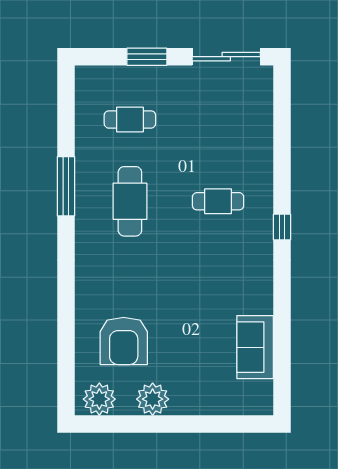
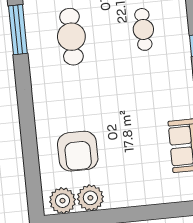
cafe table: (218, 201) -> (143, 29), turned 90
plant: (153, 399) -> (90, 198), moved

